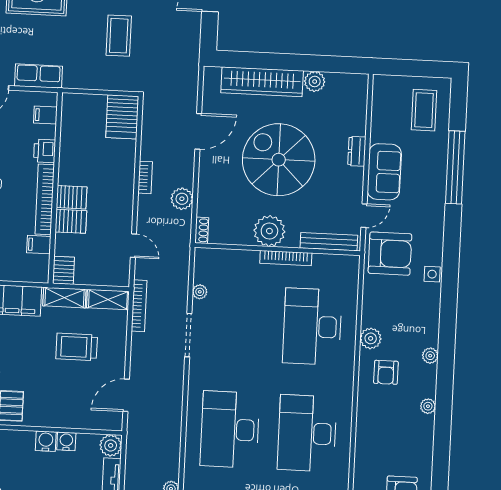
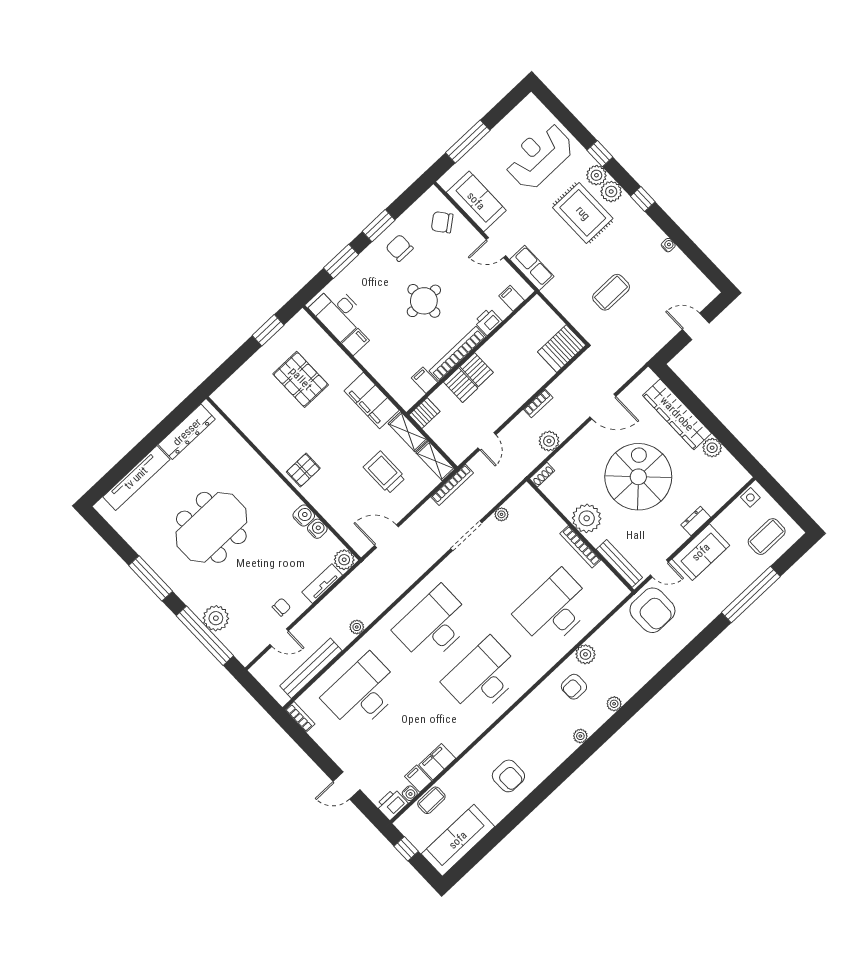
side table: (432, 274) -> (750, 497), moved

